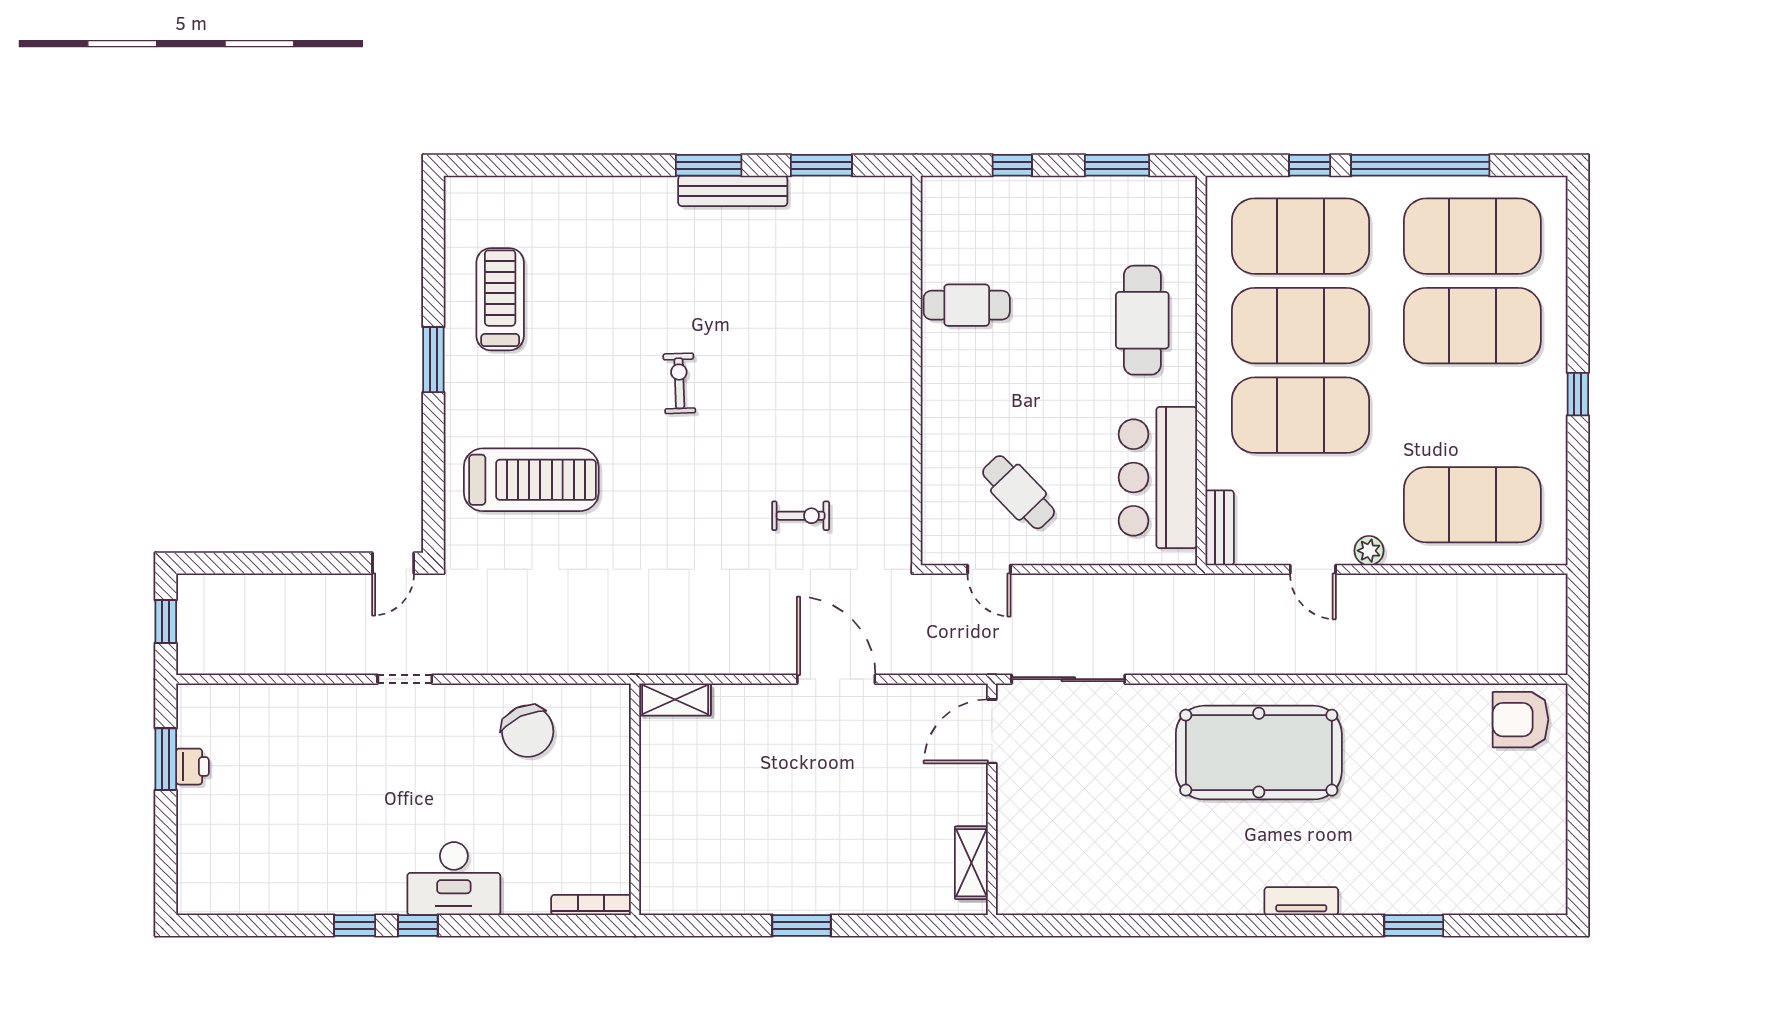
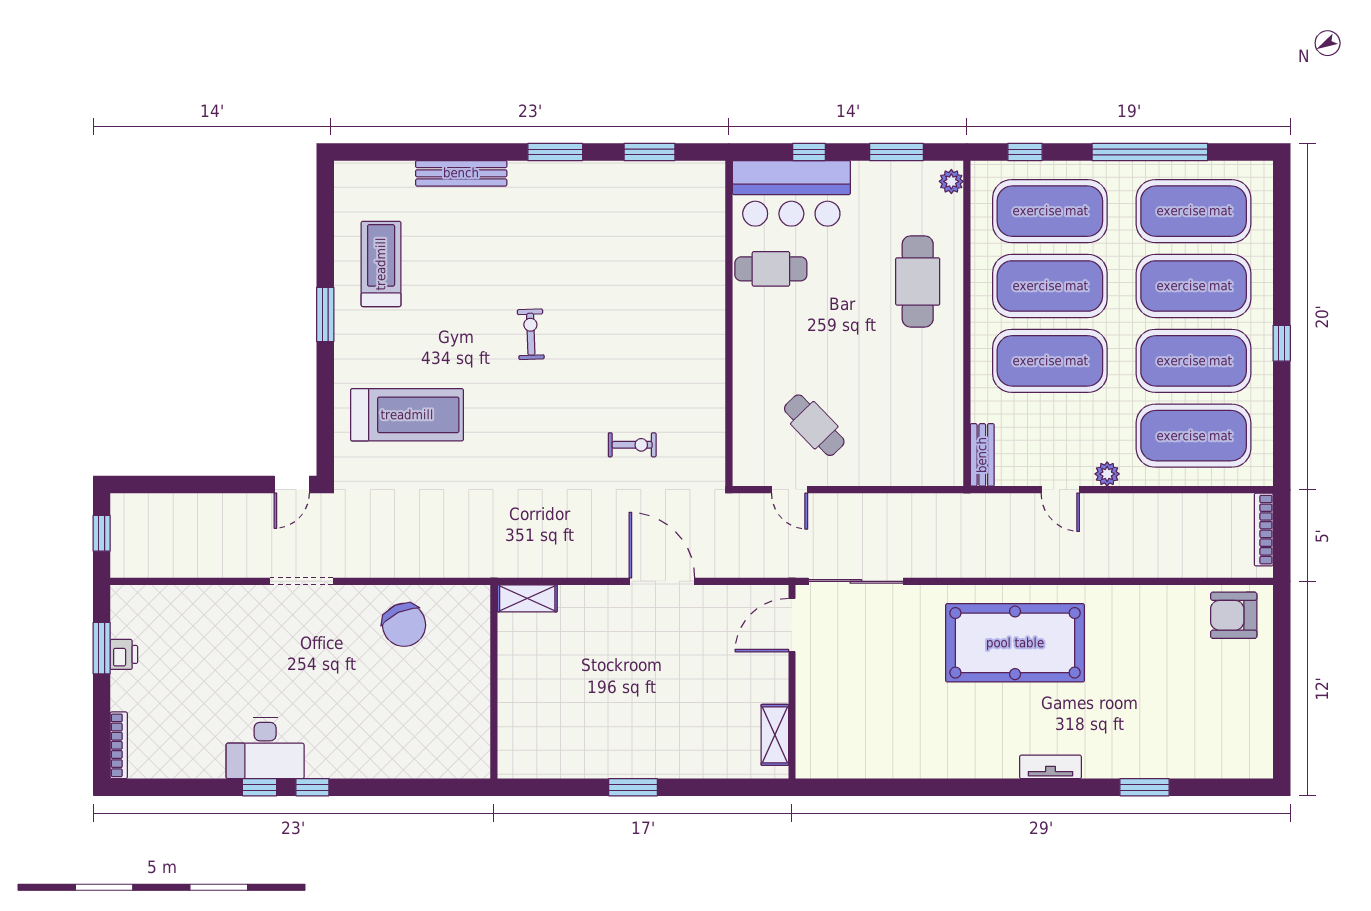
window: (1310, 165) -> (1025, 152), moved
bench: (733, 191) -> (461, 173), moved
plant: (1182, 201) -> (951, 181), added
exercise mat: (1472, 415) -> (1194, 361), added
bar counter: (1158, 477) -> (791, 193), moved, turned -90
bookcase: (1556, 617) -> (1264, 530), added
doorway: (405, 679) -> (301, 581), width x1.38
desk: (454, 879) -> (265, 748), moved
bookcase: (591, 905) -> (119, 745), moved, turned 90

